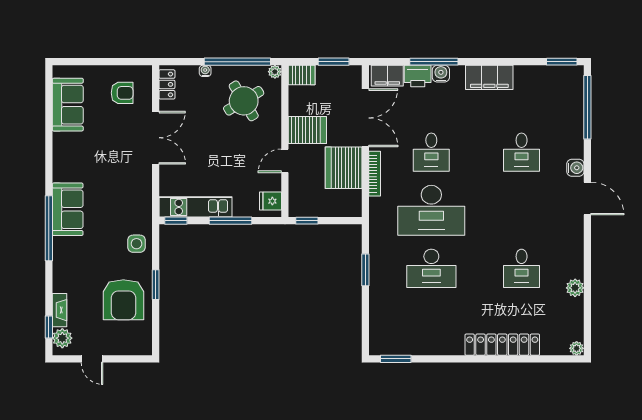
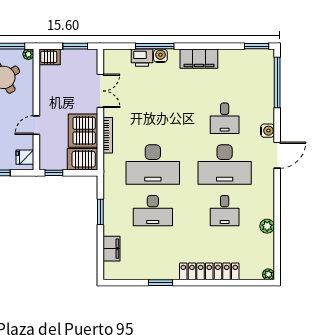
filing cabinet: (387, 76) -> (112, 249), moved, turned -90
double door: (365, 118) -> (100, 91), width x0.73
server rack: (307, 130) -> (82, 159), moved, turned 180
desk: (431, 152) -> (225, 164), moved, width x1.87, depth x1.30
door: (587, 198) -> (277, 155), hinge flipped
window: (396, 359) -> (161, 283), moved

